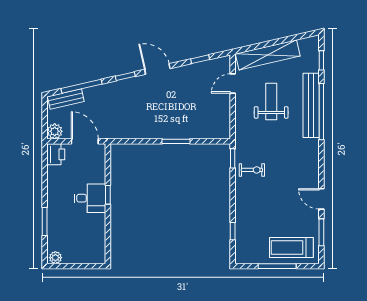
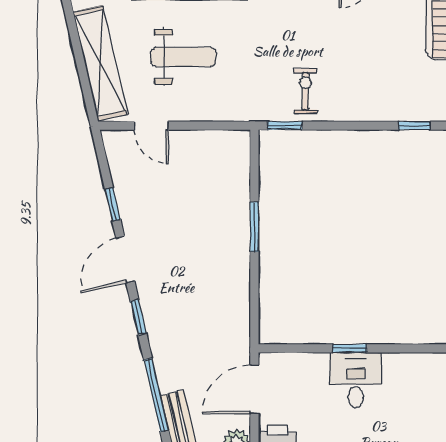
window: (200, 59) -> (113, 205), moved
weight bench: (271, 101) -> (183, 57), turned 180

